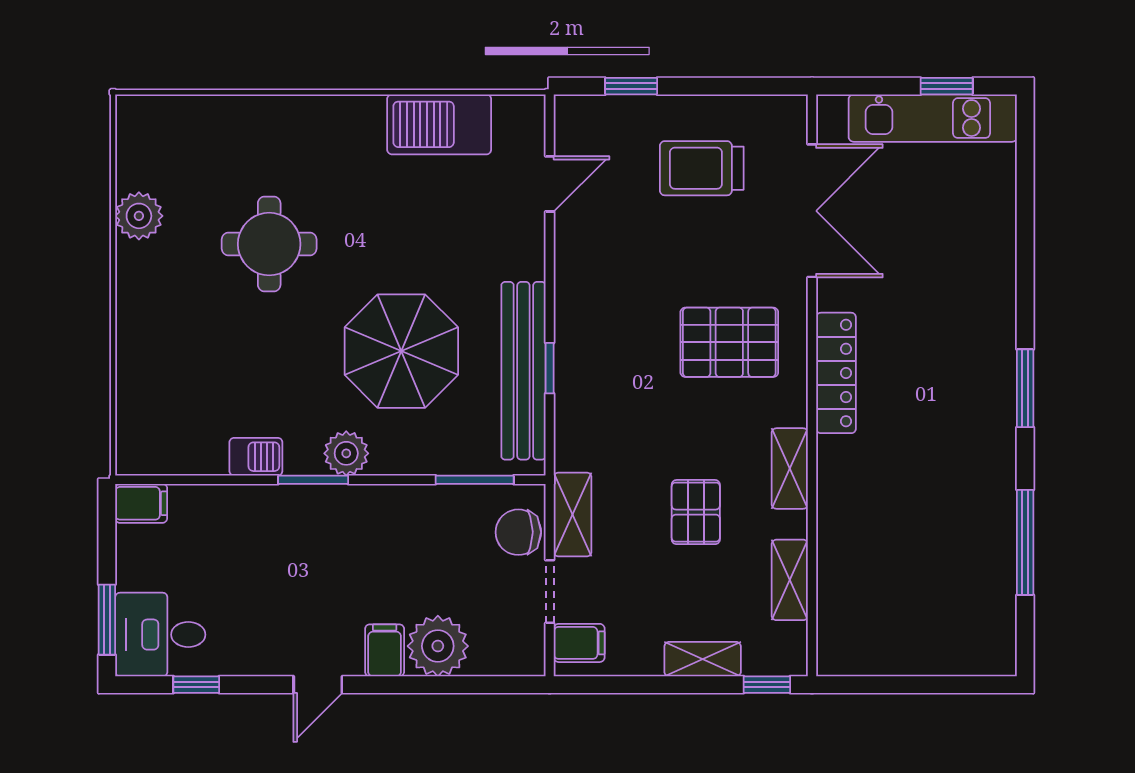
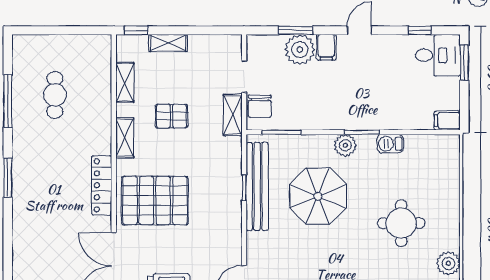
round table: (269, 244) -> (401, 223), moved
pallet: (729, 342) -> (155, 201), width x1.37, depth x1.41
pallet: (696, 512) -> (171, 116), turned 90
chair: (518, 532) -> (260, 106), turned 90
cafe table: (930, 555) -> (55, 95), added
filing cabinet: (579, 643) -> (229, 51), removed
window: (446, 685) -> (296, 30), added

